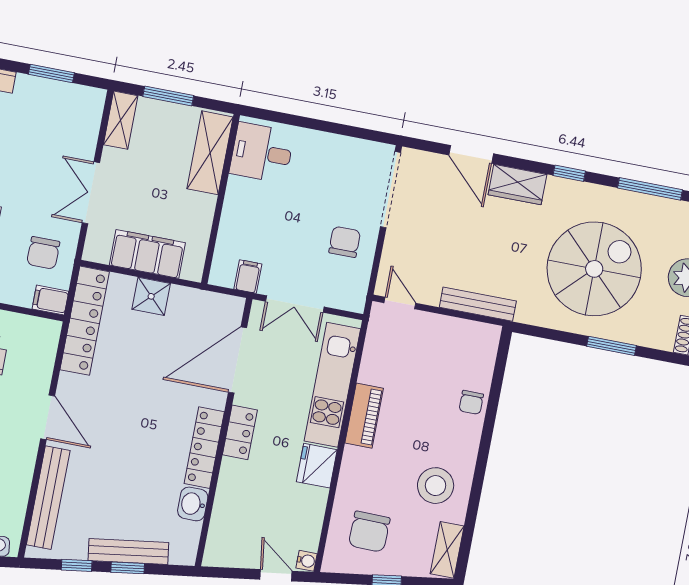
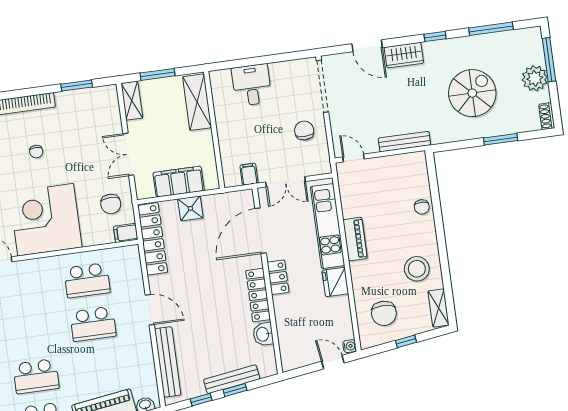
desk: (262, 153) -> (252, 85), moved, turned 90
spiral stairs: (594, 269) -> (472, 93), width x0.73, depth x0.73

